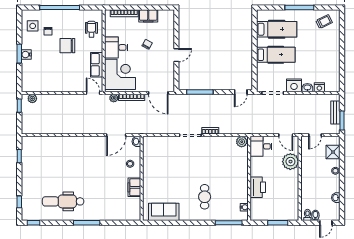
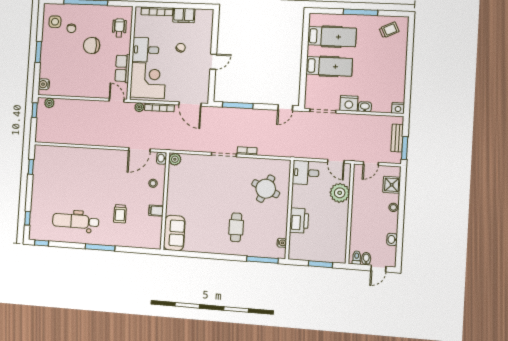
water cooler: (26, 55) -> (44, 84), moved
nightstand: (319, 87) -> (398, 108), moved
plant: (242, 142) -> (175, 159), moved
round table: (228, 162) -> (266, 189), added
filing cabinet: (134, 187) -> (156, 211), width x0.50
trolley: (102, 192) -> (120, 214), added
sofa: (164, 212) -> (174, 233), moved, turned 90

